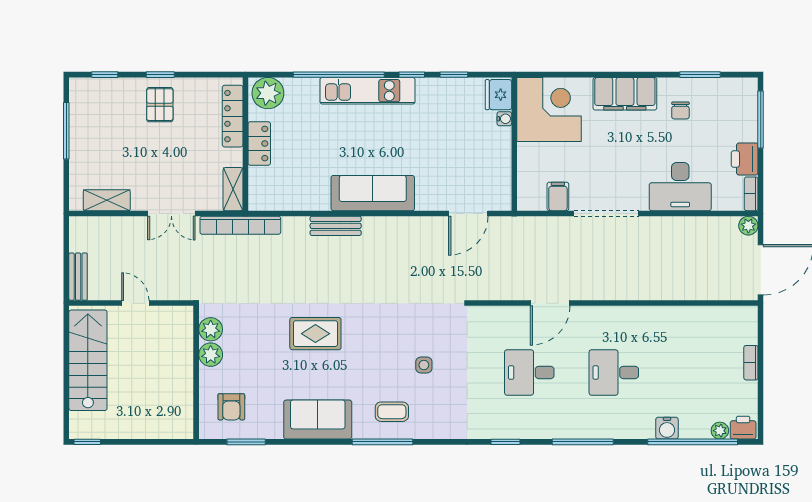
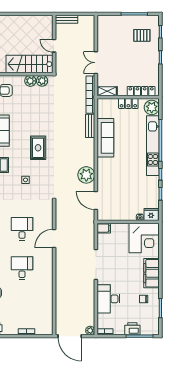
kitchen unit: (367, 91) -> (153, 146), width x1.36
pallet: (160, 105) -> (142, 35), moved
printer: (745, 159) -> (132, 329), moved
sofa: (373, 193) -> (105, 138), moved
filing cabinet: (558, 196) -> (104, 228), moved
shelving: (107, 200) -> (102, 33), removed
bench: (336, 226) -> (90, 126), moved
plant: (413, 234) -> (86, 175), added
door: (135, 303) -> (54, 46), swing flipped
door: (550, 303) -> (54, 239), hinge flipped
rug: (315, 334) -> (38, 148), moved
stairs: (88, 360) -> (30, 64), moved, turned 180

